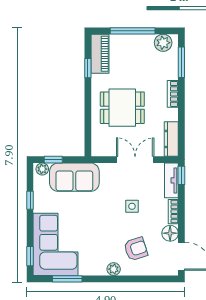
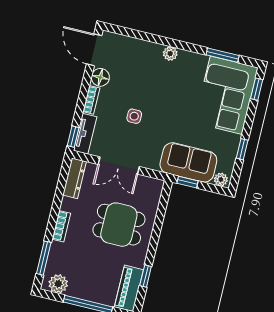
window: (53, 160) -> (188, 182), moved
armchair: (136, 249) -> (141, 69), removed

